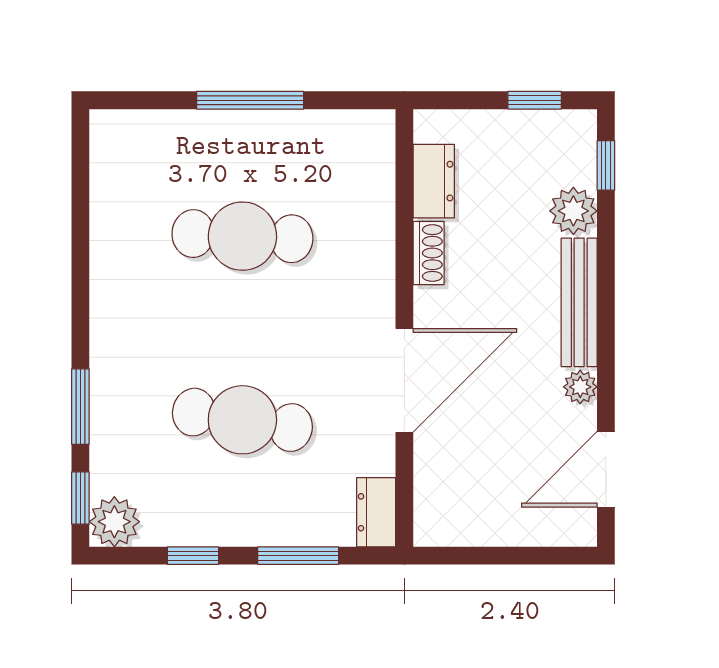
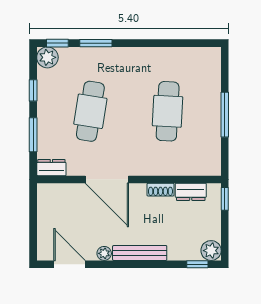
window: (535, 100) -> (225, 199), moved
plant: (573, 211) -> (211, 251), moved

